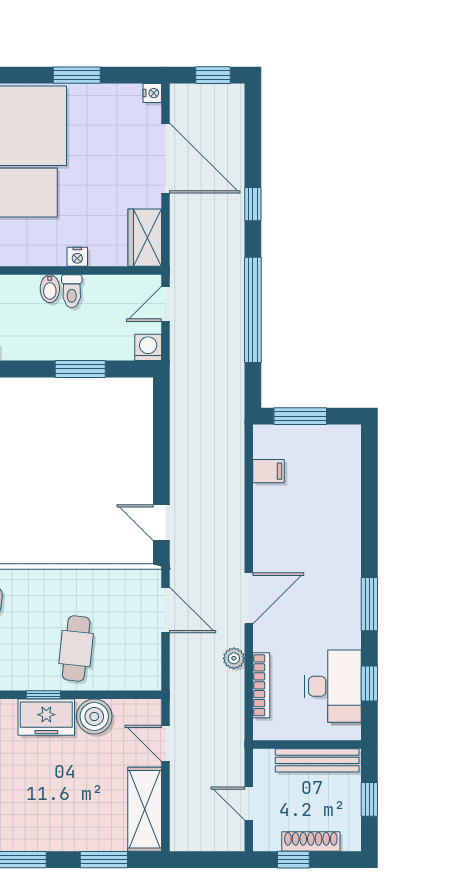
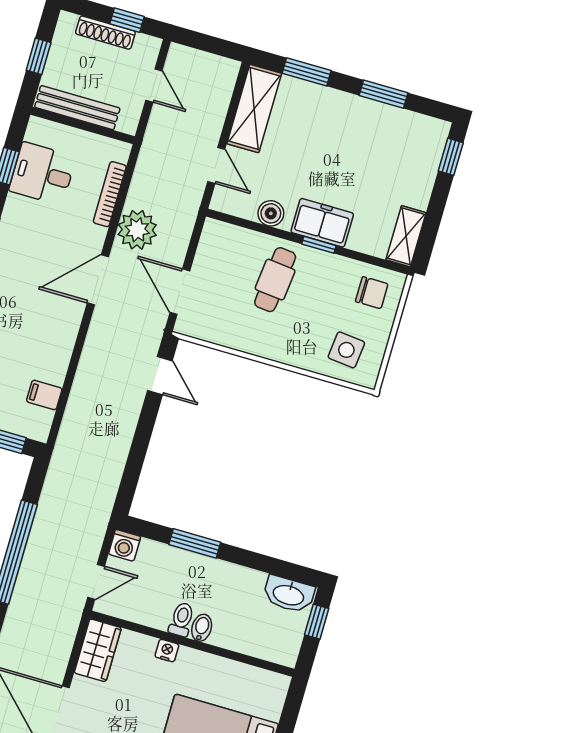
plant: (234, 658) -> (137, 230), width x1.88, depth x1.88
desk: (333, 686) -> (42, 174), width x0.73
boiler: (94, 716) -> (271, 213), width x0.73, depth x0.73

